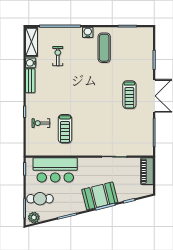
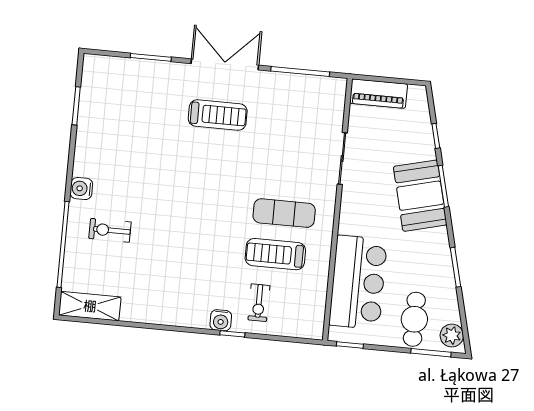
exercise mat: (104, 48) -> (284, 213), moved
exercise bike: (58, 56) -> (110, 230), moved
water cooler: (31, 63) -> (221, 320), moved
bench: (30, 81) -> (170, 316), removed
treadmill: (65, 129) -> (275, 254), turned 180

